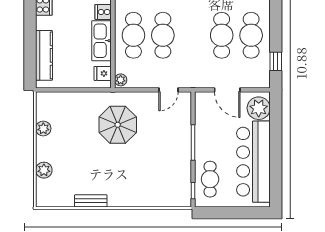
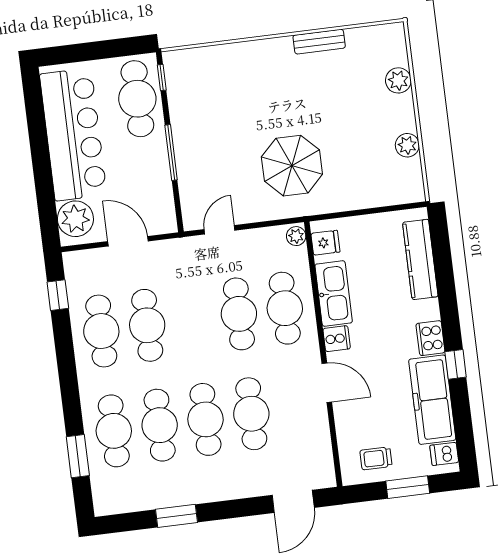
cafe table: (210, 179) -> (137, 99), width x1.37, depth x1.35

